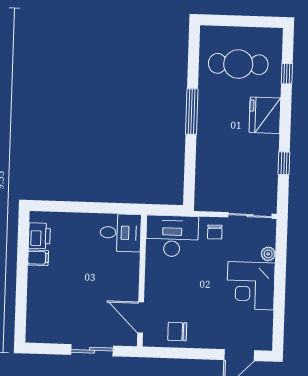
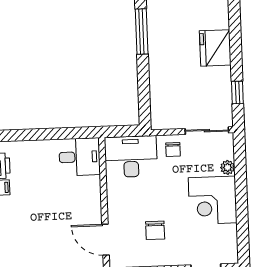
fridge: (265, 115) -> (215, 48), moved
window: (284, 163) -> (237, 92), moved
chair: (177, 331) -> (155, 230), moved, turned -90

